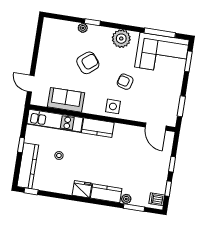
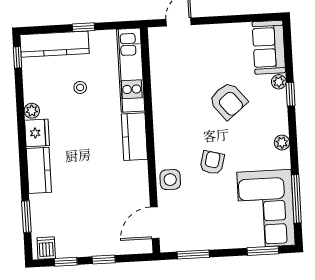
plant: (121, 39) -> (282, 143), width x0.53, depth x0.53
sofa: (66, 100) -> (269, 47), moved, turned 180
side table: (113, 106) -> (170, 180), moved
plant: (126, 199) -> (32, 111), moved

